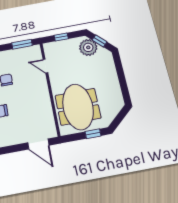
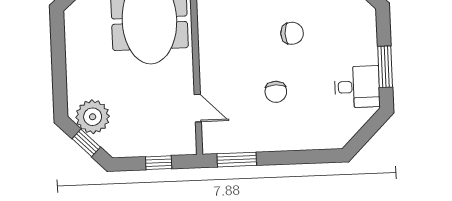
plant: (88, 47) -> (93, 117), moved

